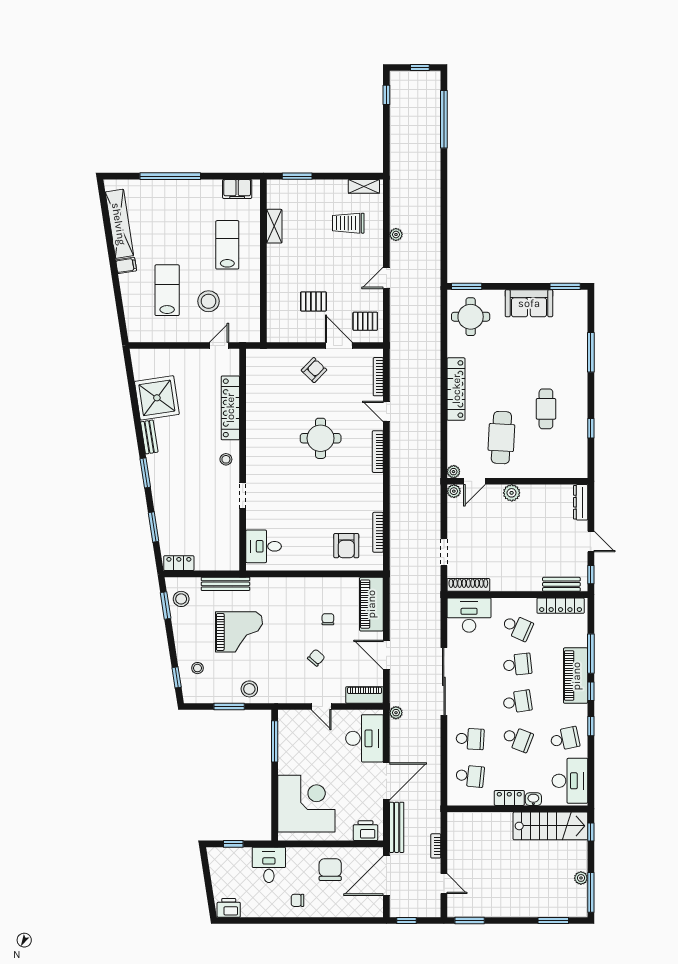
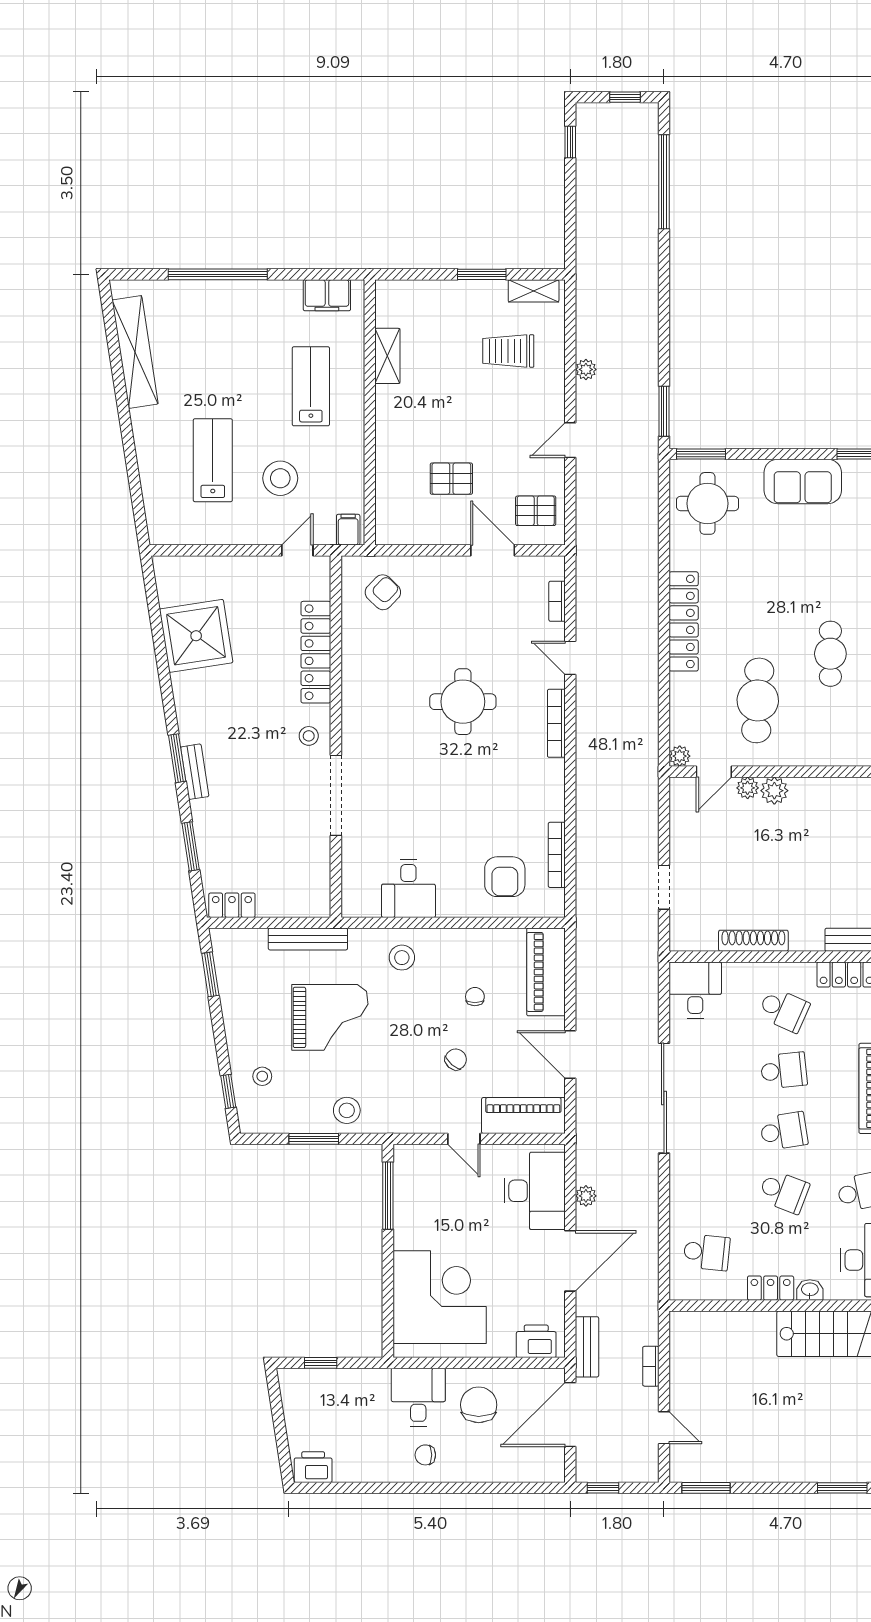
window: (297, 176) -> (482, 274), moved
window: (444, 260) -> (664, 411), added
filing cabinet: (126, 265) -> (348, 530), moved, turned -81
armchair: (314, 370) -> (383, 592), moved
bookcase: (378, 377) -> (557, 601), width x0.64
bench: (149, 437) -> (195, 772), moved
plant: (454, 491) -> (748, 788), moved
doorway: (243, 496) -> (336, 795), width x1.88
desk: (264, 546) -> (408, 889), moved, turned -90
shoe rack: (468, 585) -> (753, 941), moved
stool: (181, 599) -> (402, 958), moved
desk: (469, 615) -> (695, 990), width x0.73
piano: (364, 695) -> (523, 1116), width x1.37, depth x1.33
plant: (396, 713) -> (586, 1196), moved
school desk: (470, 739) -> (707, 1192), removed
bench: (397, 827) -> (587, 1347), width x0.73
desk: (269, 865) -> (418, 1397), moved

